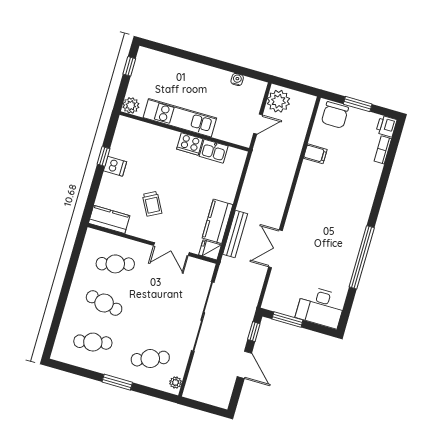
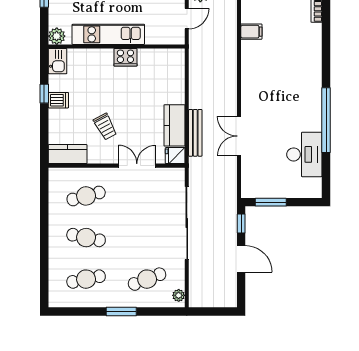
kitchen sink: (214, 151) -> (58, 61), moved, turned -90
double door: (171, 249) -> (137, 166), swing flipped
desk: (321, 307) -> (304, 154), moved, turned -90

